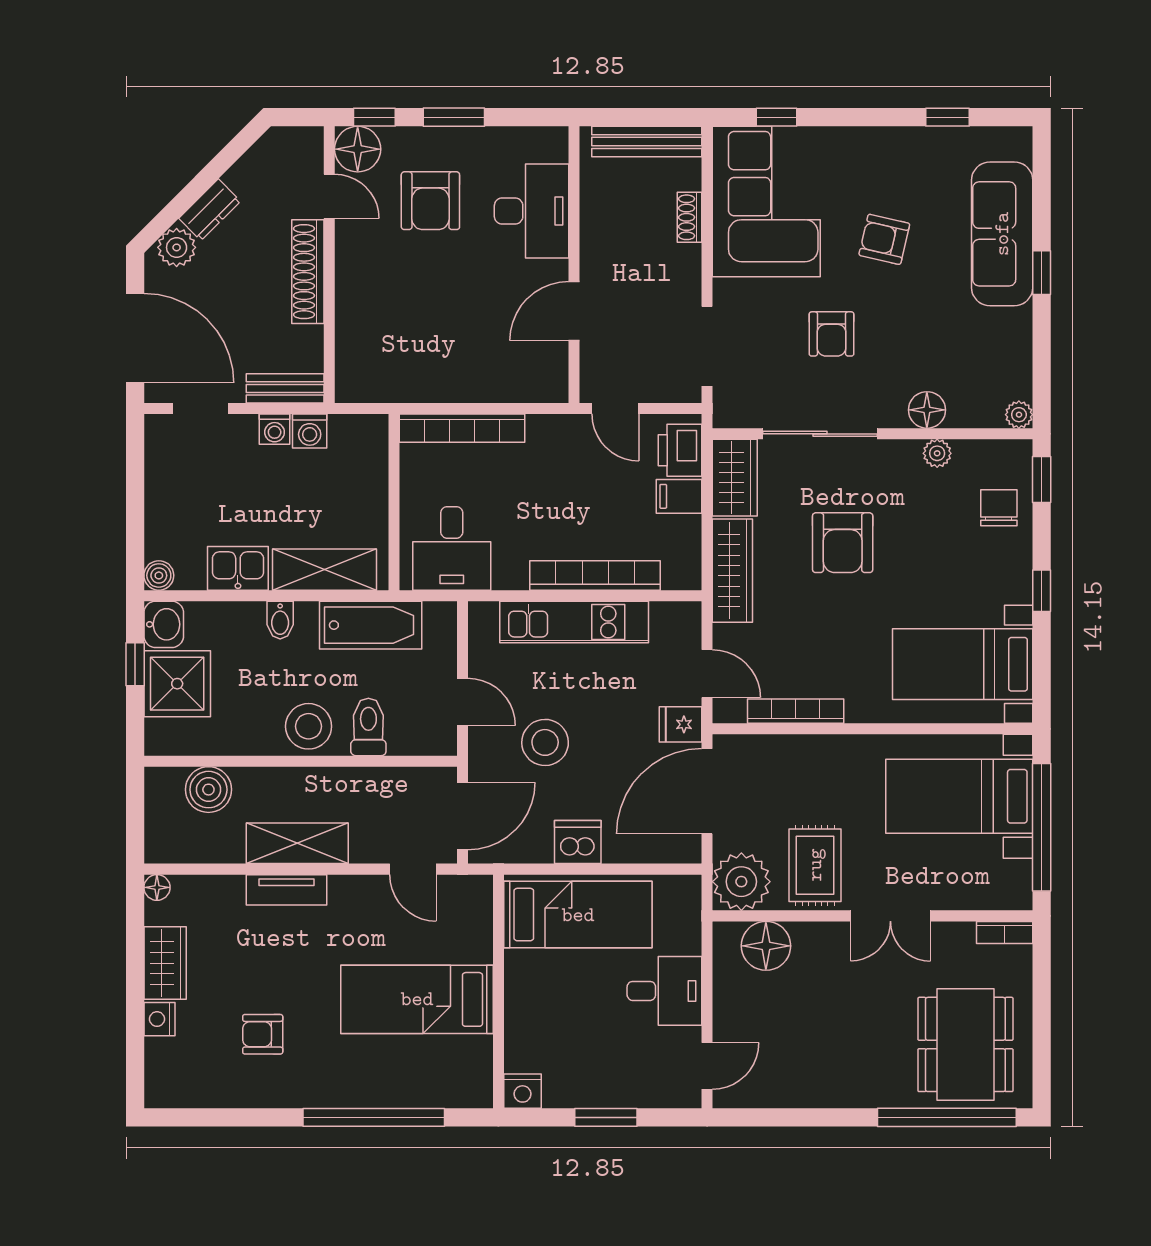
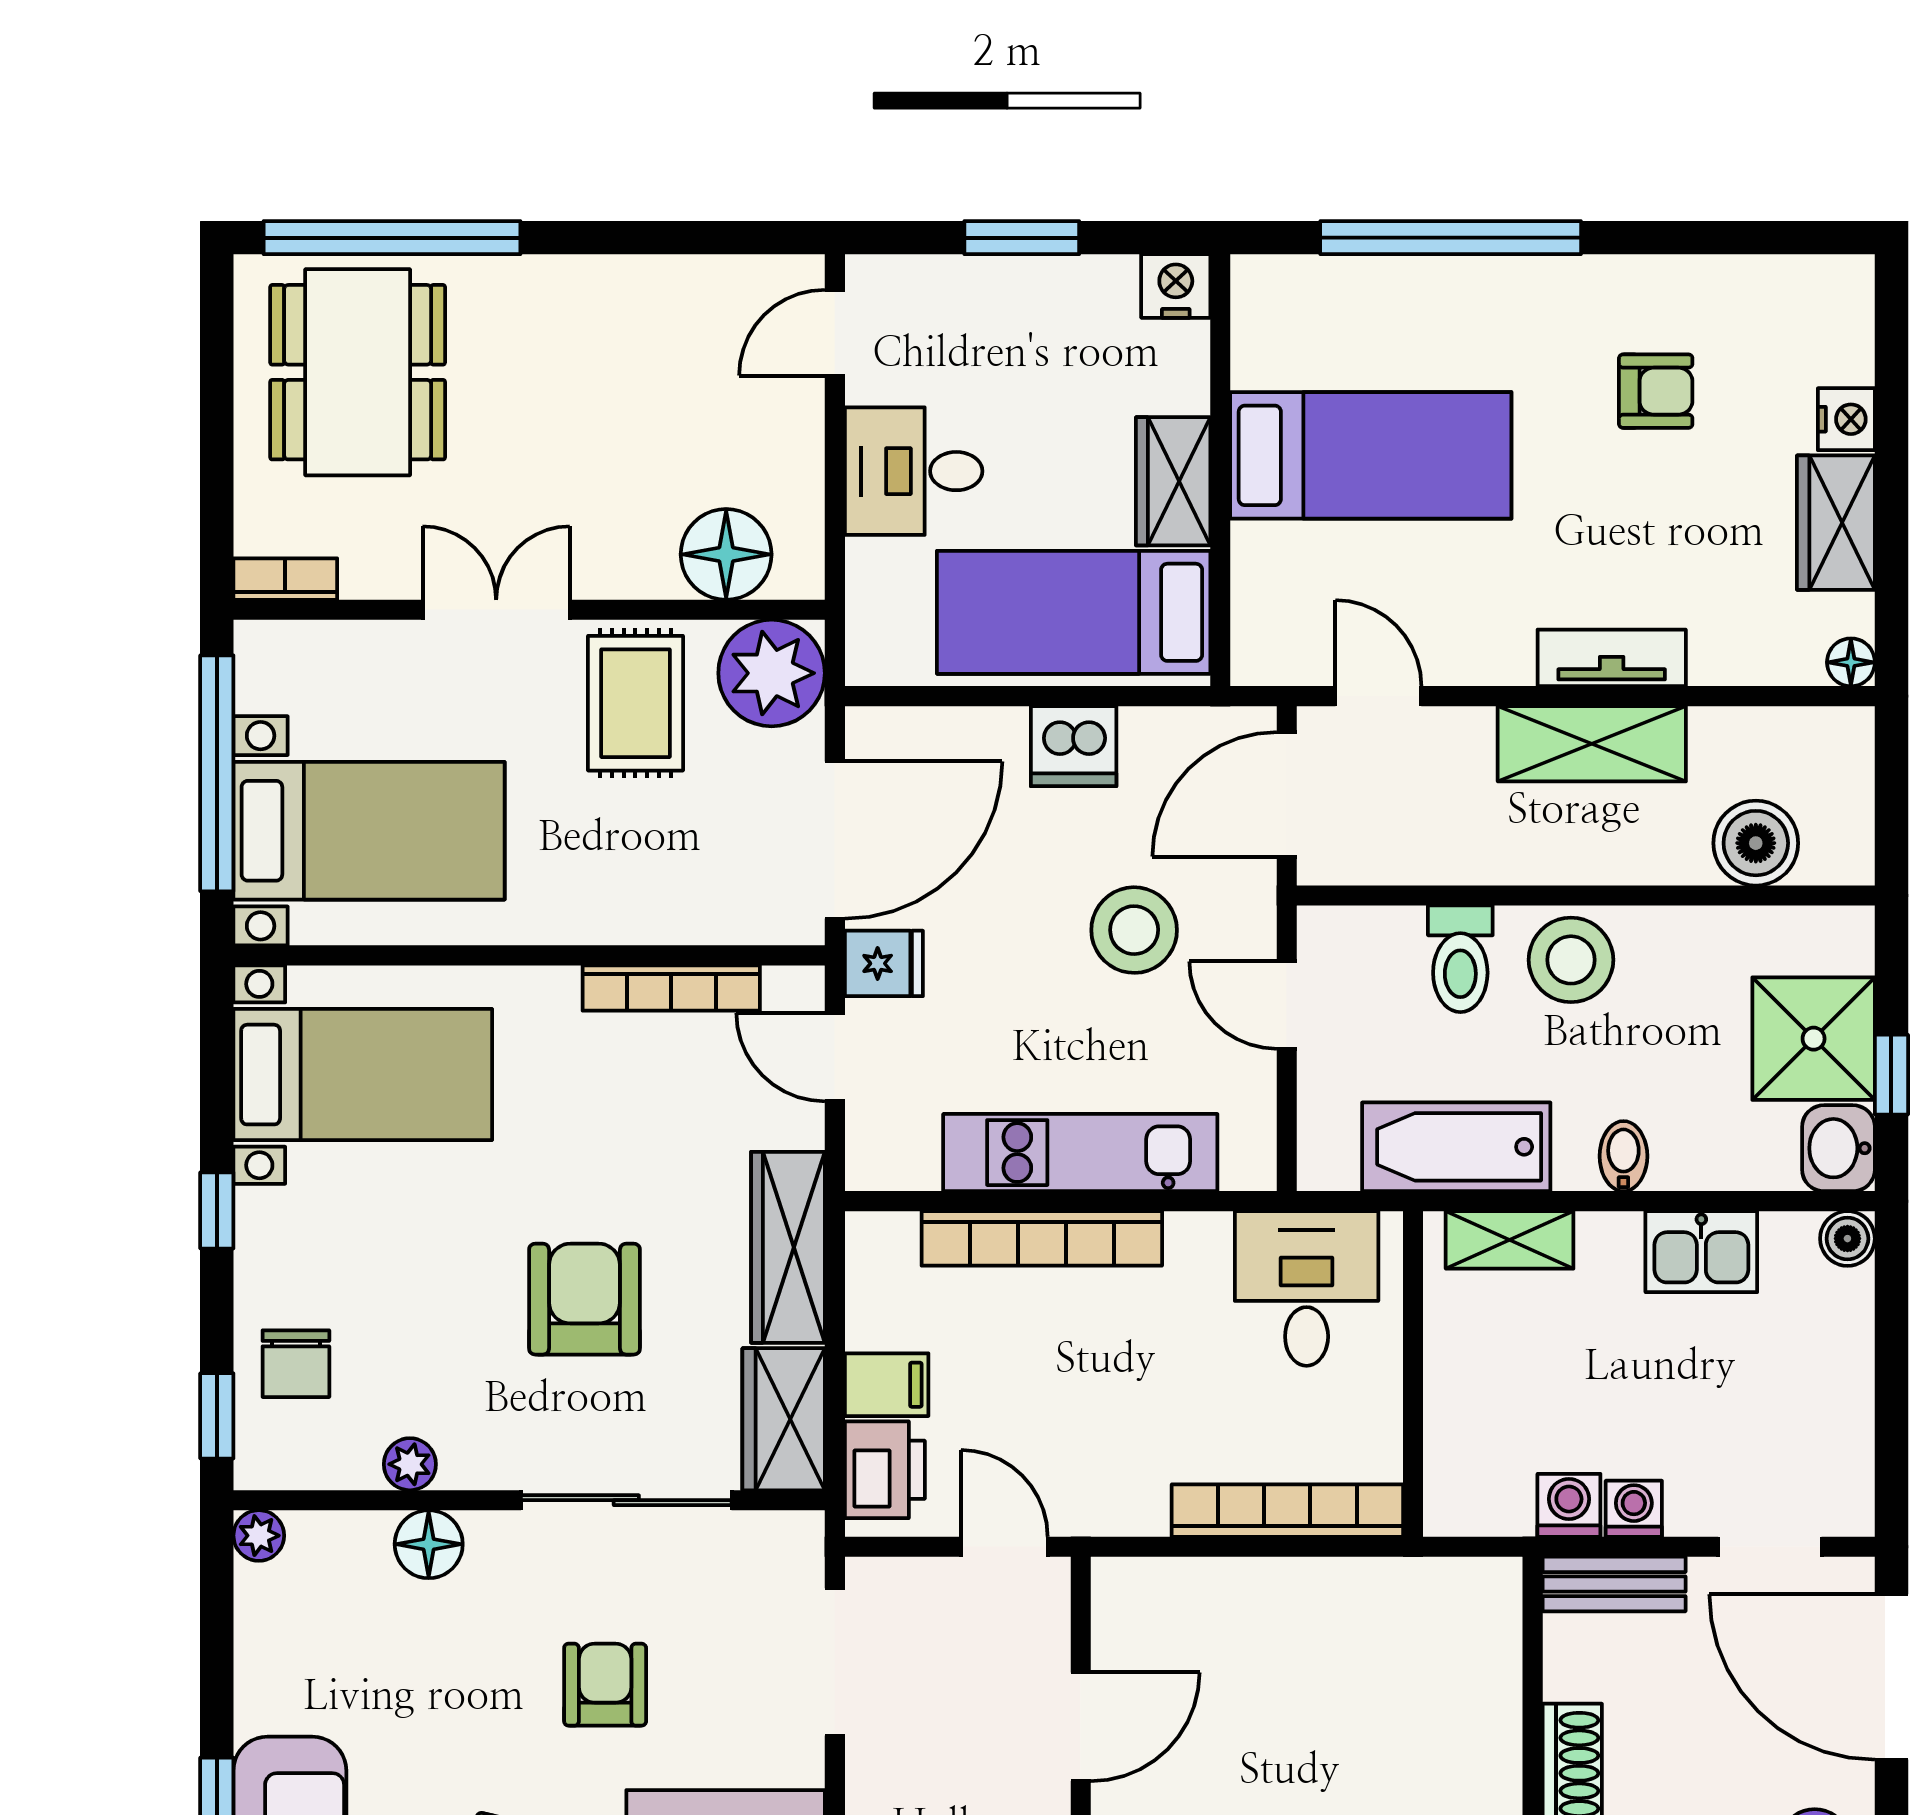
shelving: (324, 570) -> (1510, 1240), width x0.67, depth x0.75
wardrobe: (524, 985) -> (1173, 481), added

